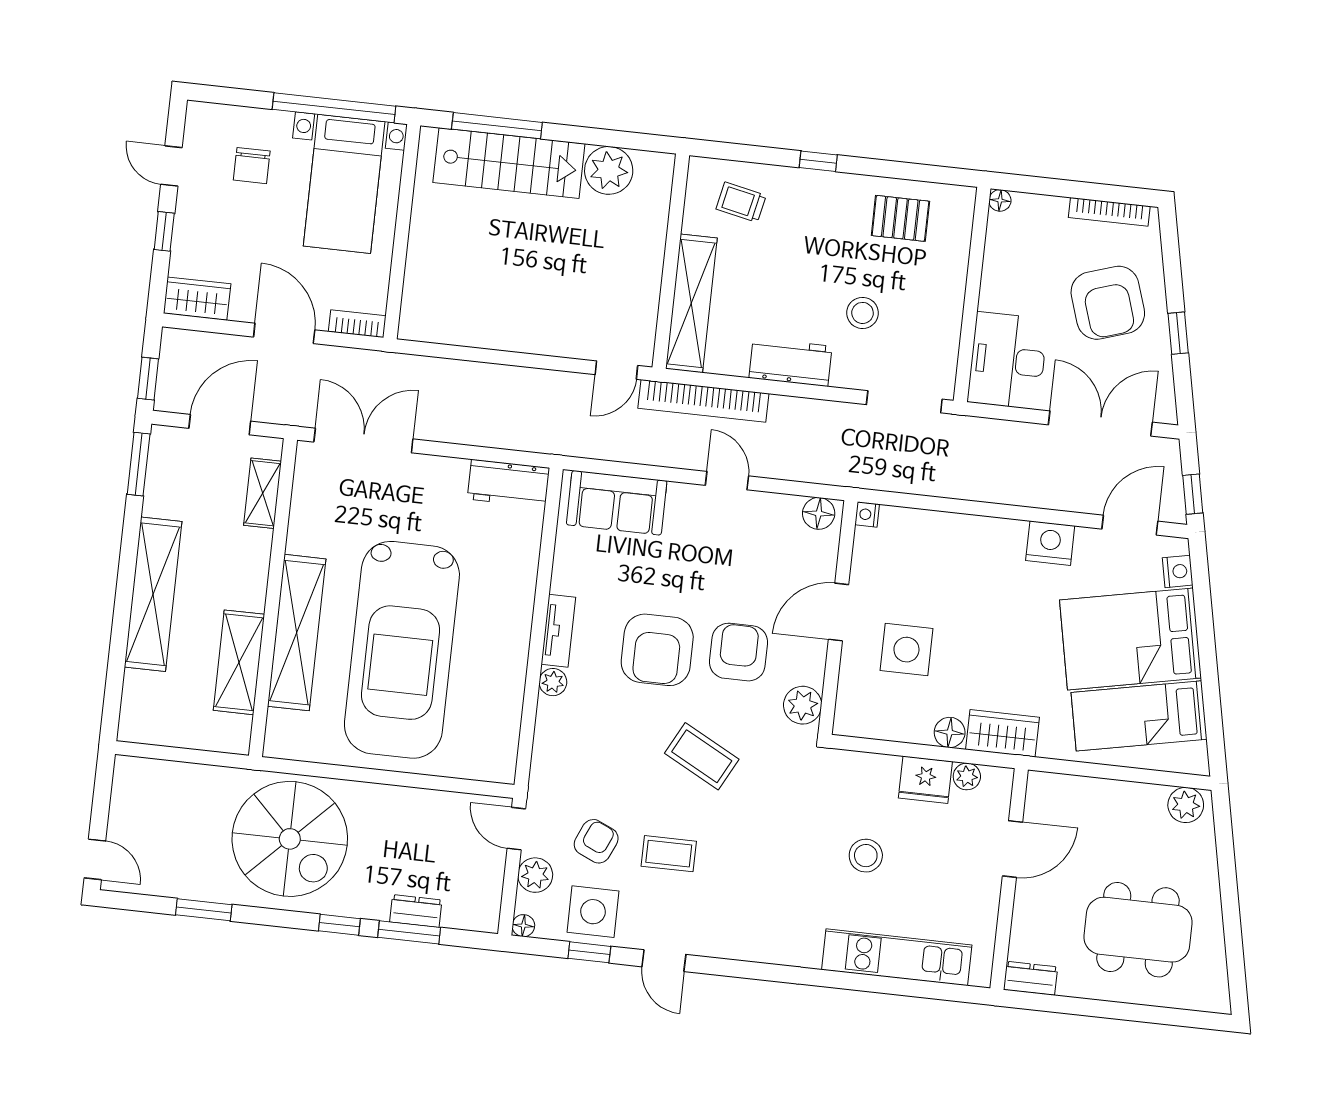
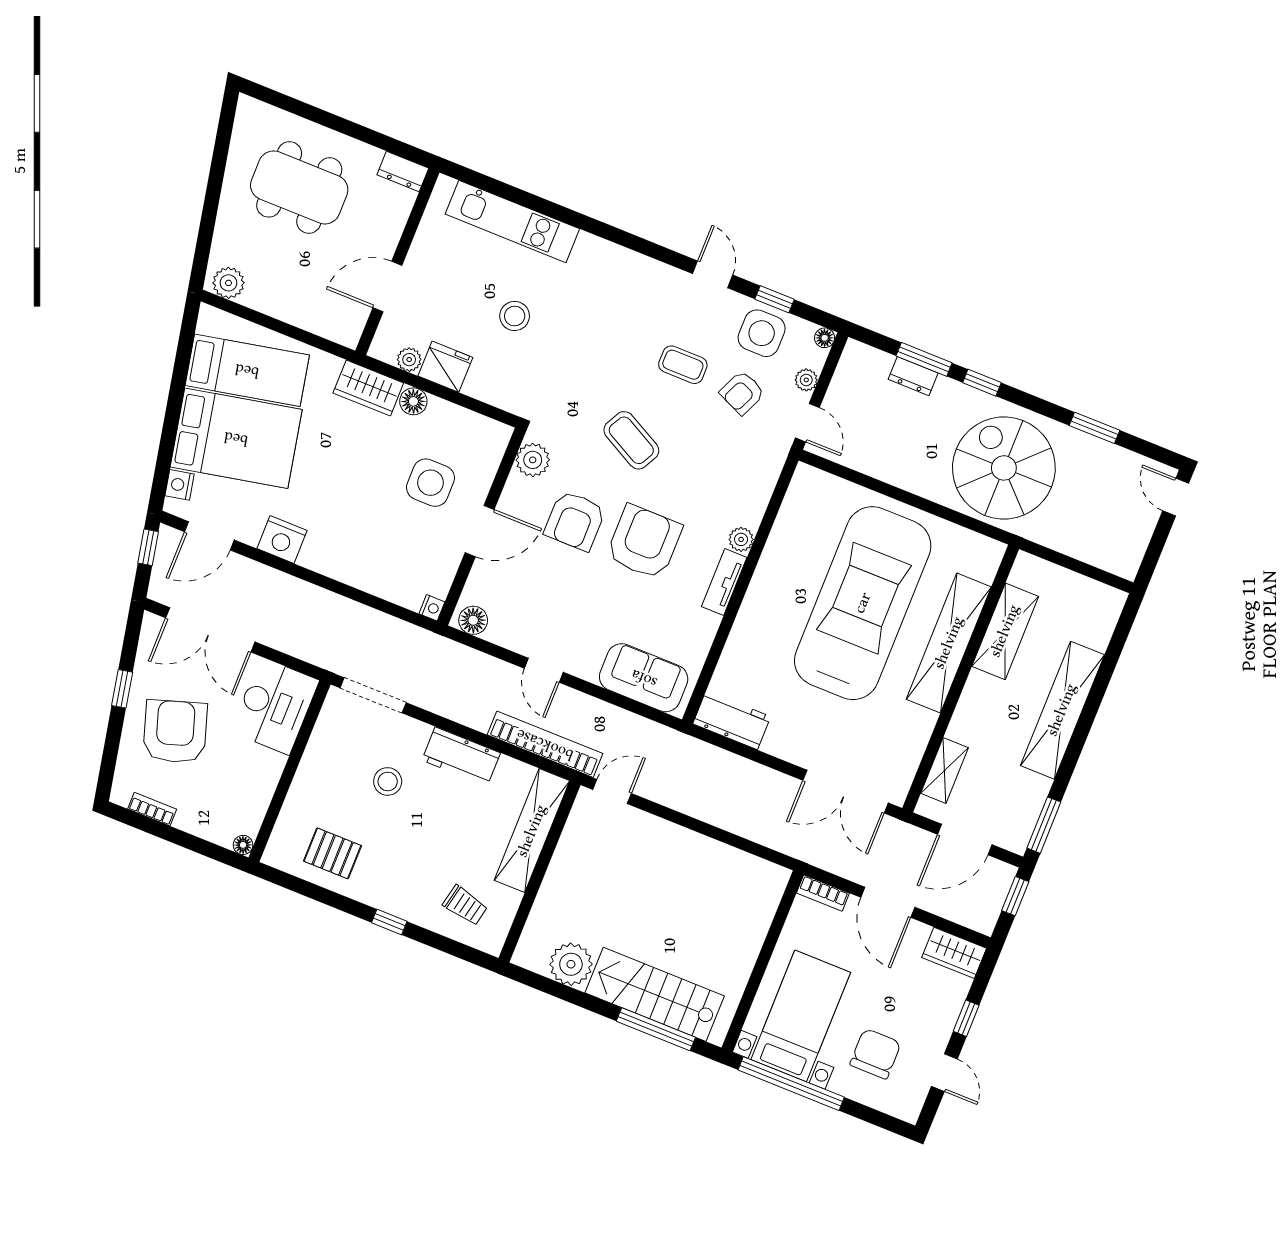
chair: (252, 166) -> (875, 1054), width x1.37, depth x1.37
bookcase: (1109, 212) -> (152, 809), width x0.64
plant: (535, 875) -> (806, 380), width x0.73, depth x0.73

